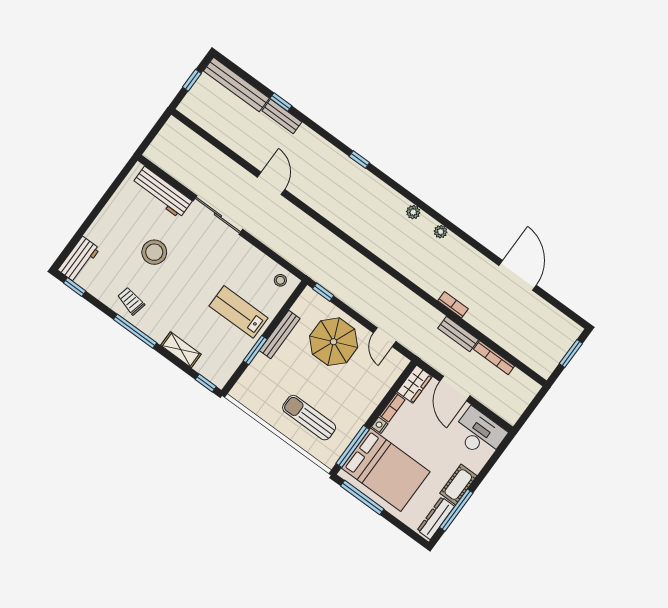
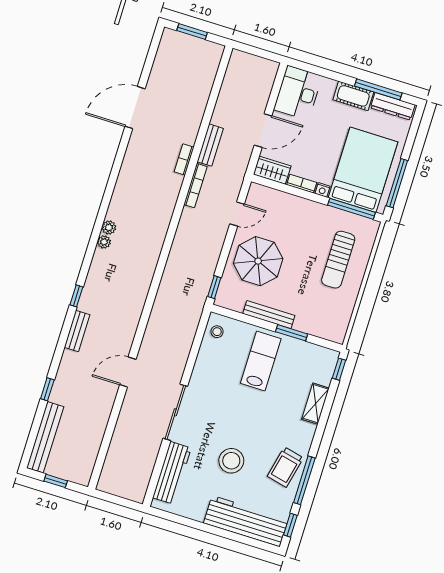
bench: (282, 116) -> (77, 331), moved
plant: (441, 232) -> (104, 242), moved
workbench: (79, 259) -> (246, 521), width x1.87, depth x1.32
trolley: (131, 301) -> (285, 467), width x1.36, depth x1.39
lab bench: (239, 312) -> (261, 361), turned 180
window: (135, 331) -> (304, 480), moved
bookcase: (494, 358) -> (195, 186), moved

